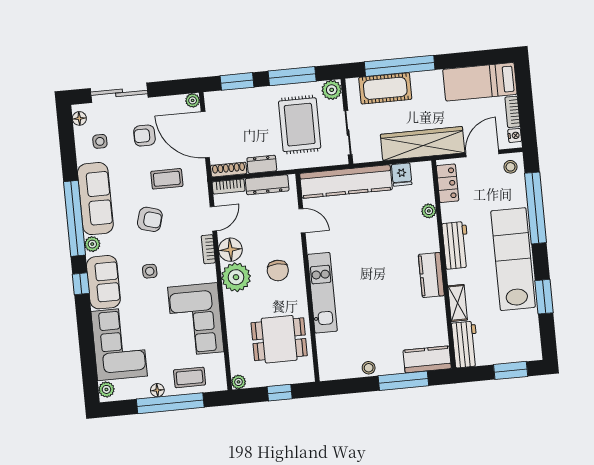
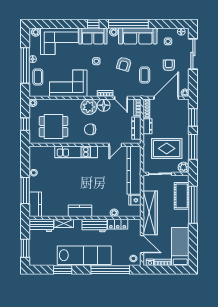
locker: (447, 183) -> (118, 224), moved
dining table: (279, 339) -> (54, 127), turned 90

